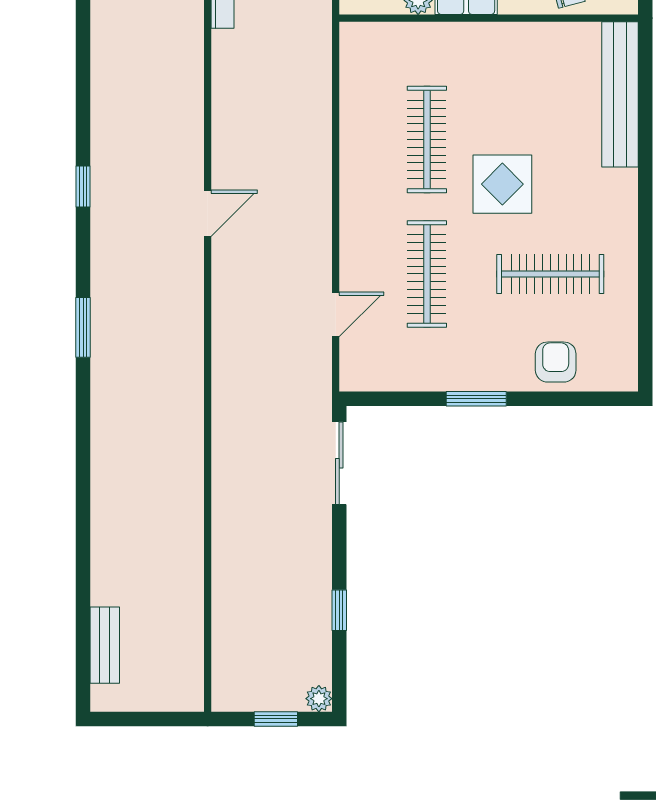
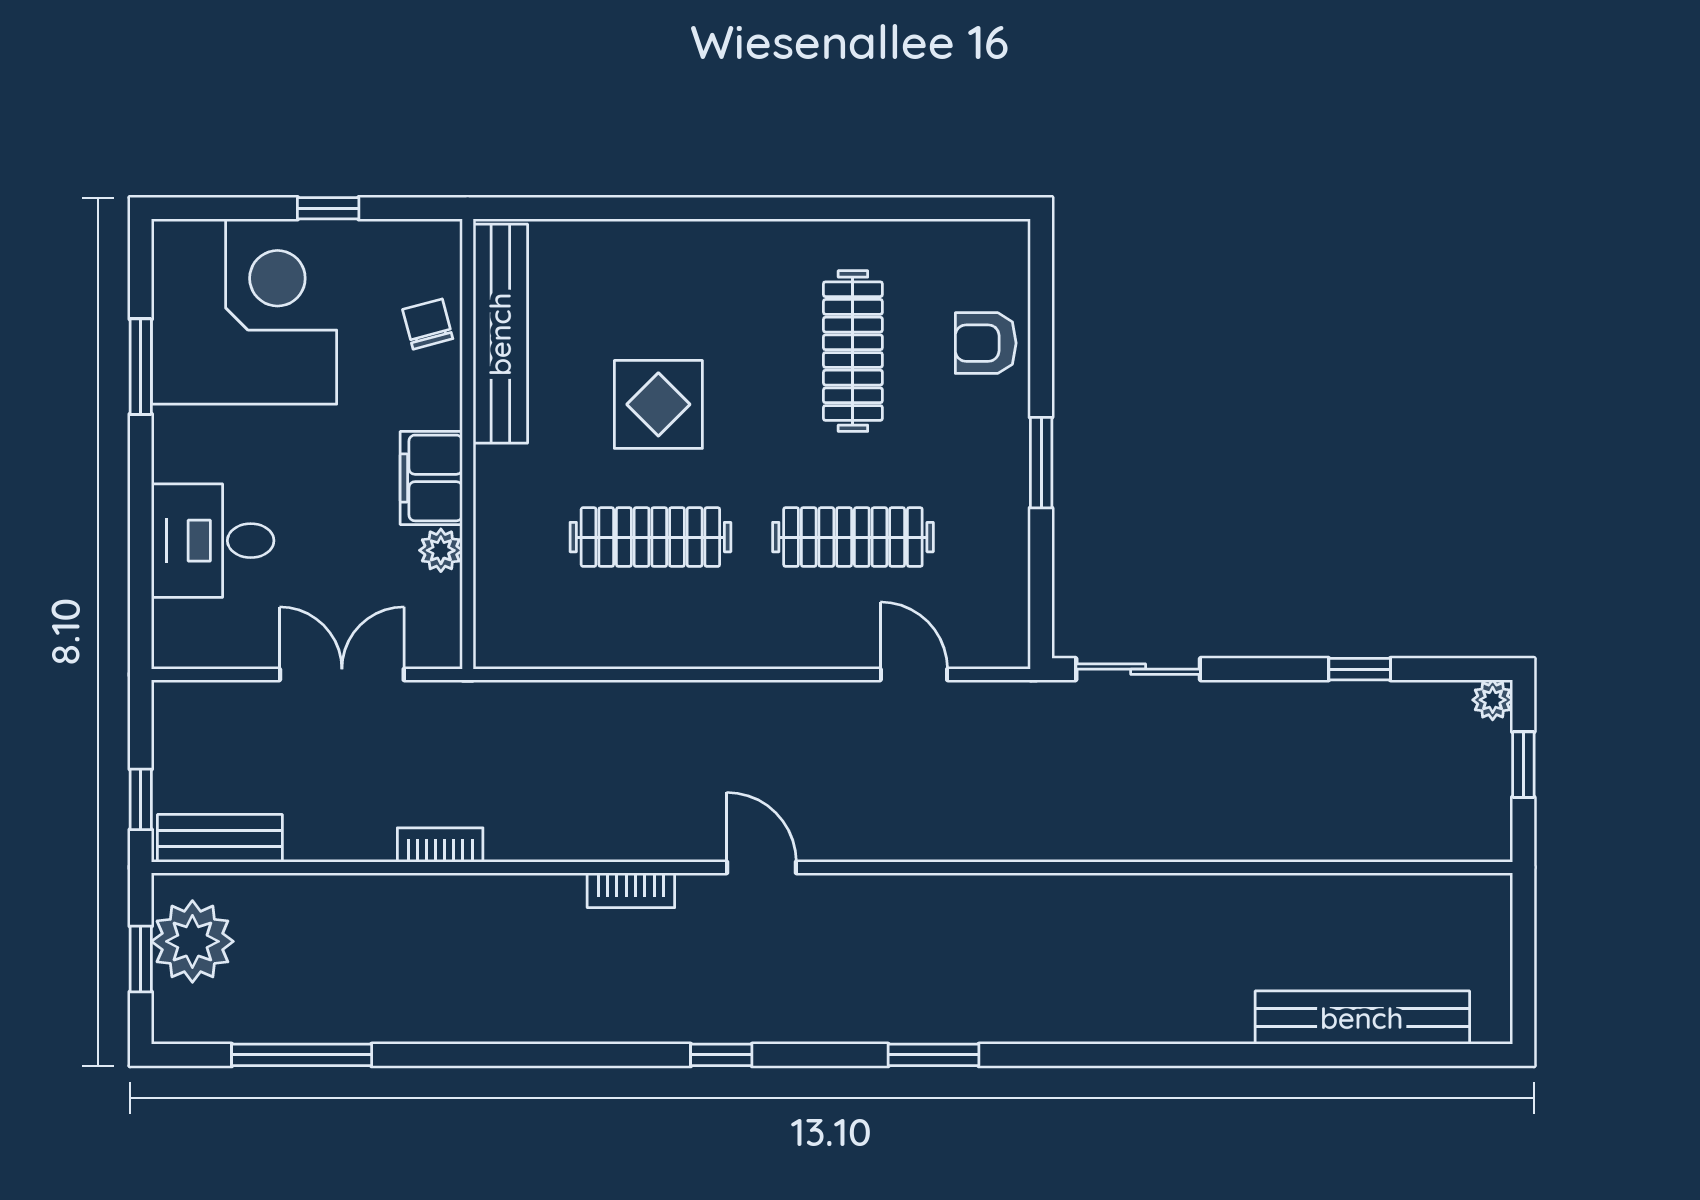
bench: (620, 94) -> (500, 334), moved, turned 90
bookcase: (192, 127) -> (631, 890), added
display table: (502, 184) -> (658, 404), moved
bench: (105, 645) -> (1362, 1018), width x1.86, depth x1.21

